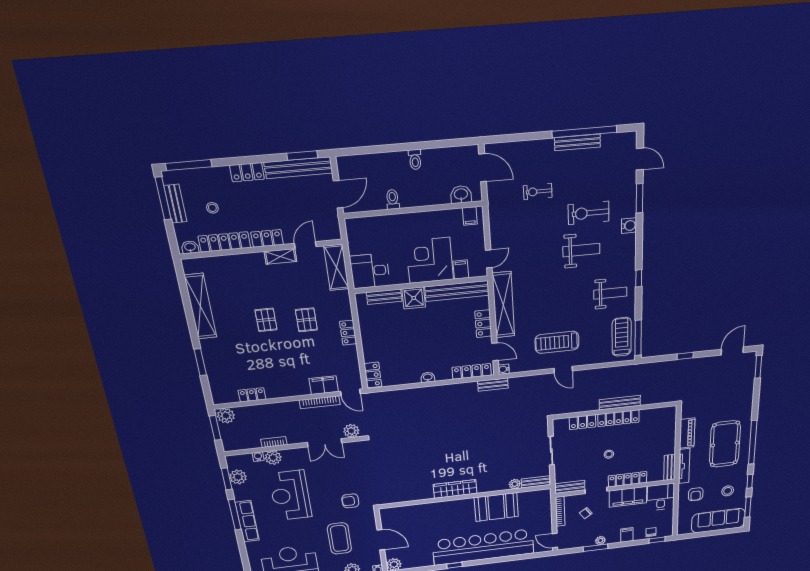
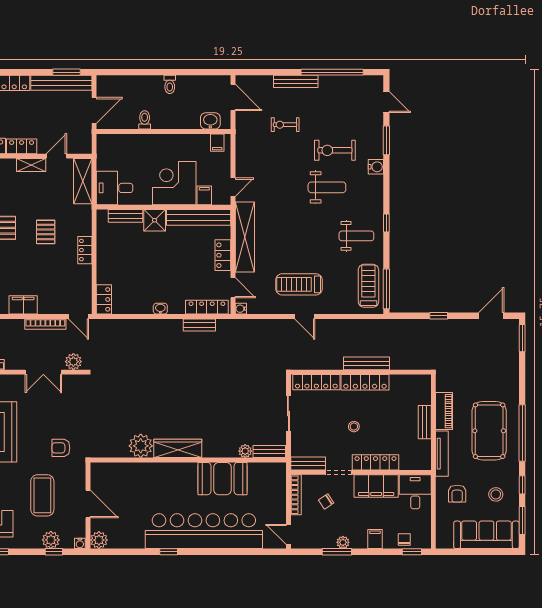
bench: (577, 142) -> (296, 81), moved
bench: (493, 384) -> (199, 325), moved
filing cabinet: (324, 385) -> (23, 305), moved
locker: (583, 422) -> (316, 382), width x1.53
bench: (670, 467) -> (425, 422), moved
plant: (422, 491) -> (141, 446), added

